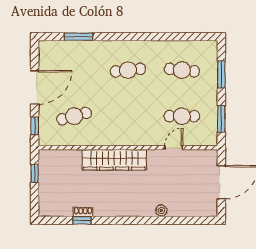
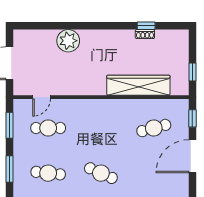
cafe table: (128, 70) -> (101, 173), turned 30
door: (174, 148) -> (42, 97), moved
wardrobe: (114, 160) -> (138, 85), moved
plant: (161, 211) -> (68, 41), width x1.87, depth x1.87

